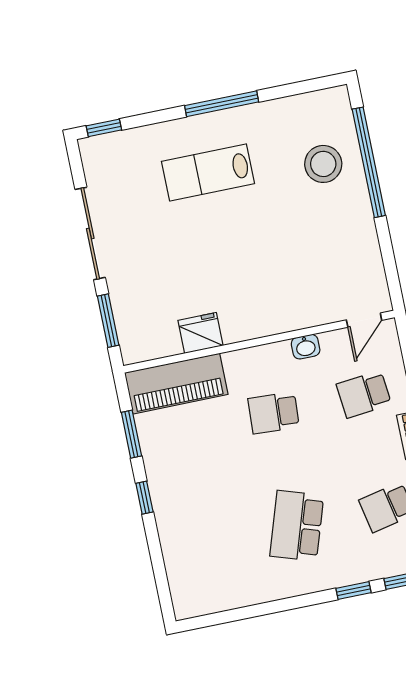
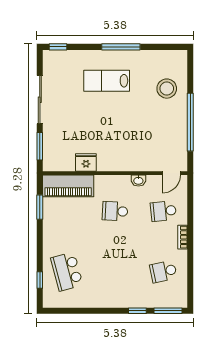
window: (369, 162) -> (190, 122), moved
window: (144, 498) -> (40, 280), moved
school desk: (297, 526) -> (67, 272), moved, turned -33

